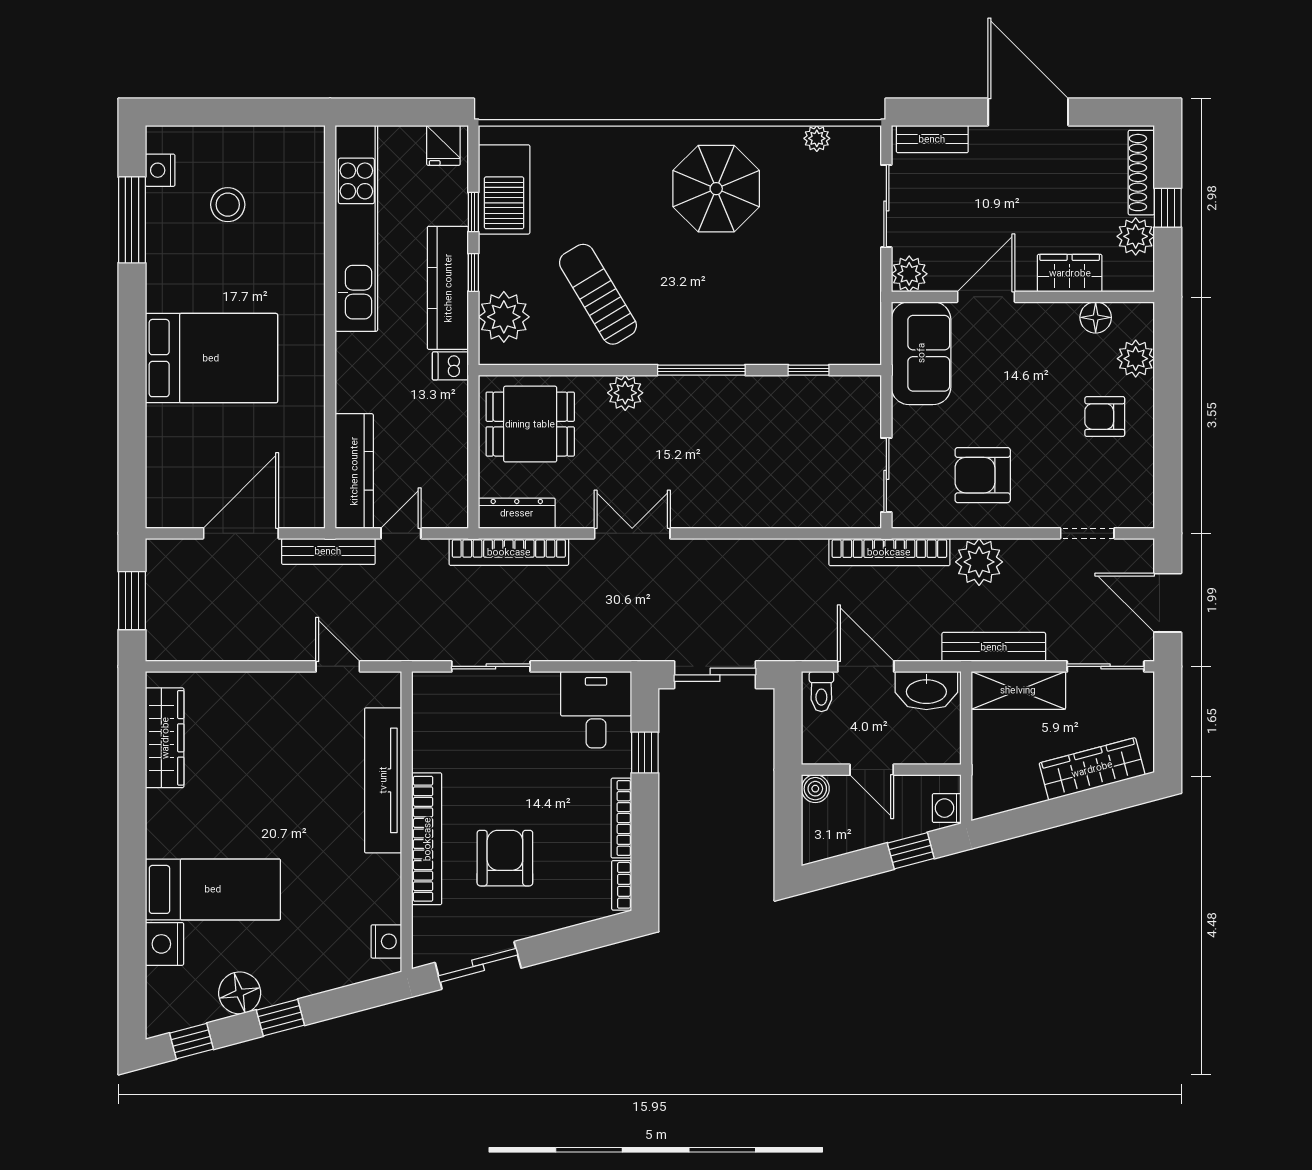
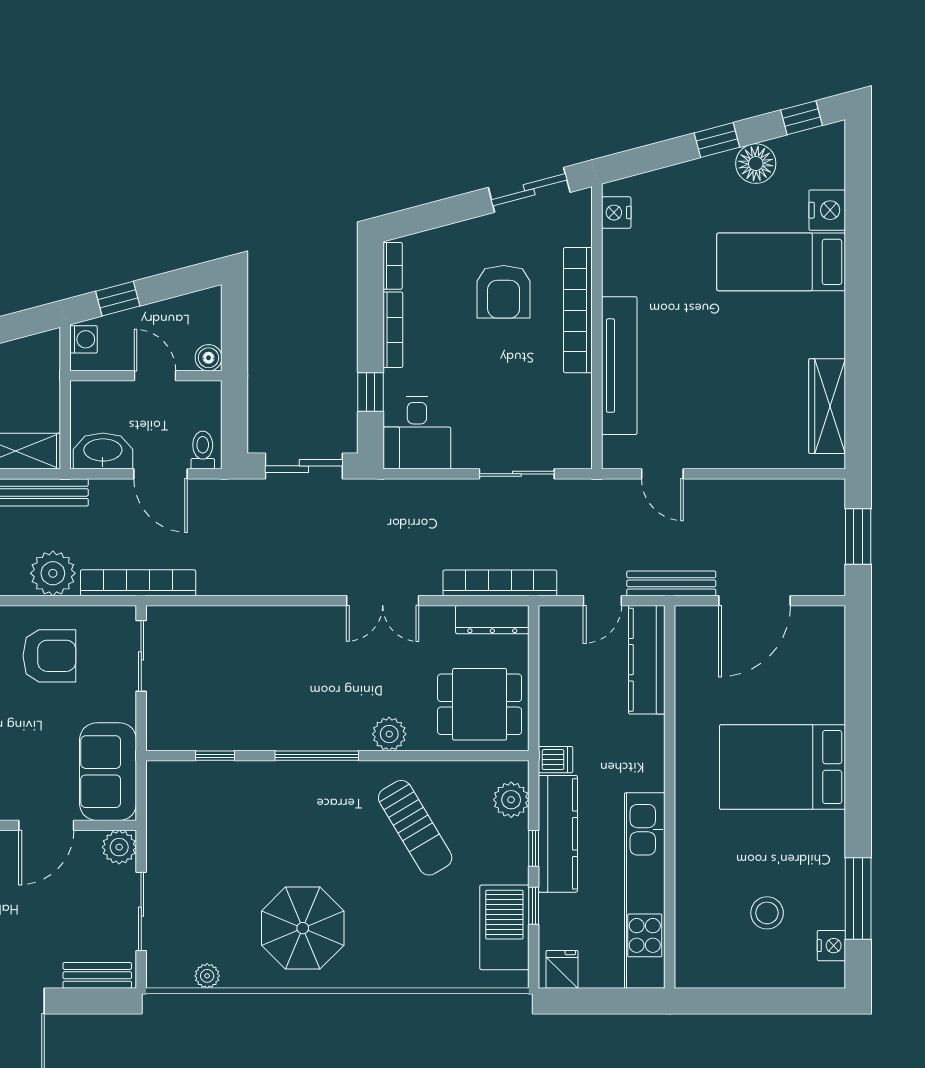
plant: (504, 317) -> (511, 800), width x0.73, depth x0.73

